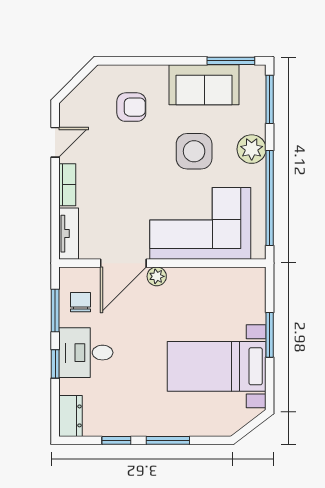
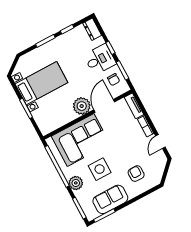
armchair: (131, 107) -> (136, 174), turned 90
plant: (157, 276) -> (82, 106), width x1.88, depth x1.88

